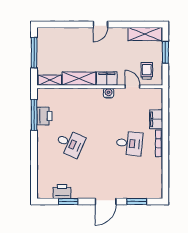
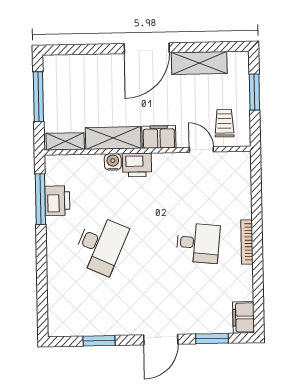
door: (100, 24) -> (147, 48), width x1.87
shelving: (145, 34) -> (199, 63), moved
water cooler: (109, 93) -> (113, 162), moved
filing cabinet: (156, 119) -> (243, 317), moved
desk: (70, 143) -> (100, 245), width x1.37
printer: (62, 191) -> (137, 165), moved, turned 180

